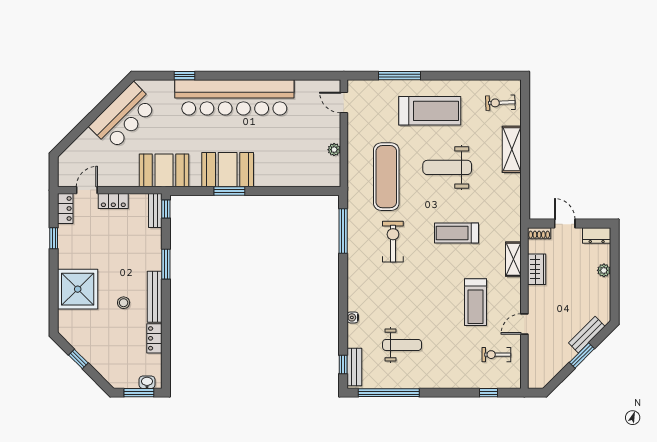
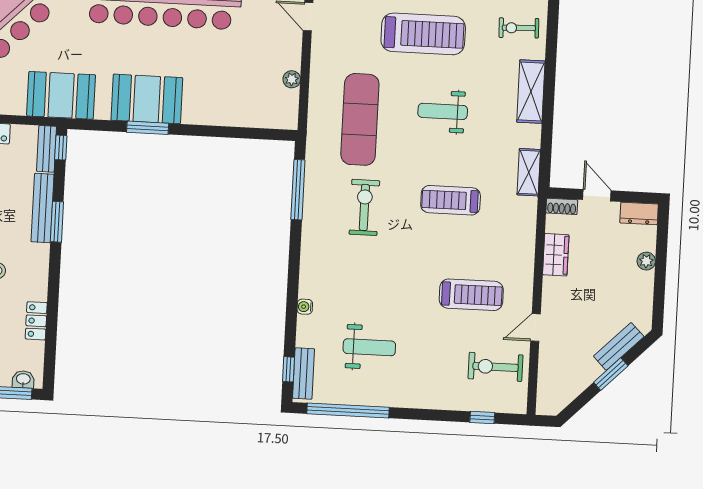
weight bench: (447, 167) -> (443, 111), width x0.73, depth x0.75
shelving: (513, 259) -> (529, 172), moved
bench: (155, 297) -> (43, 208), moved
treadmill: (476, 302) -> (471, 295), turned -90
exercise bike: (496, 355) -> (496, 367), width x1.38, depth x1.39

